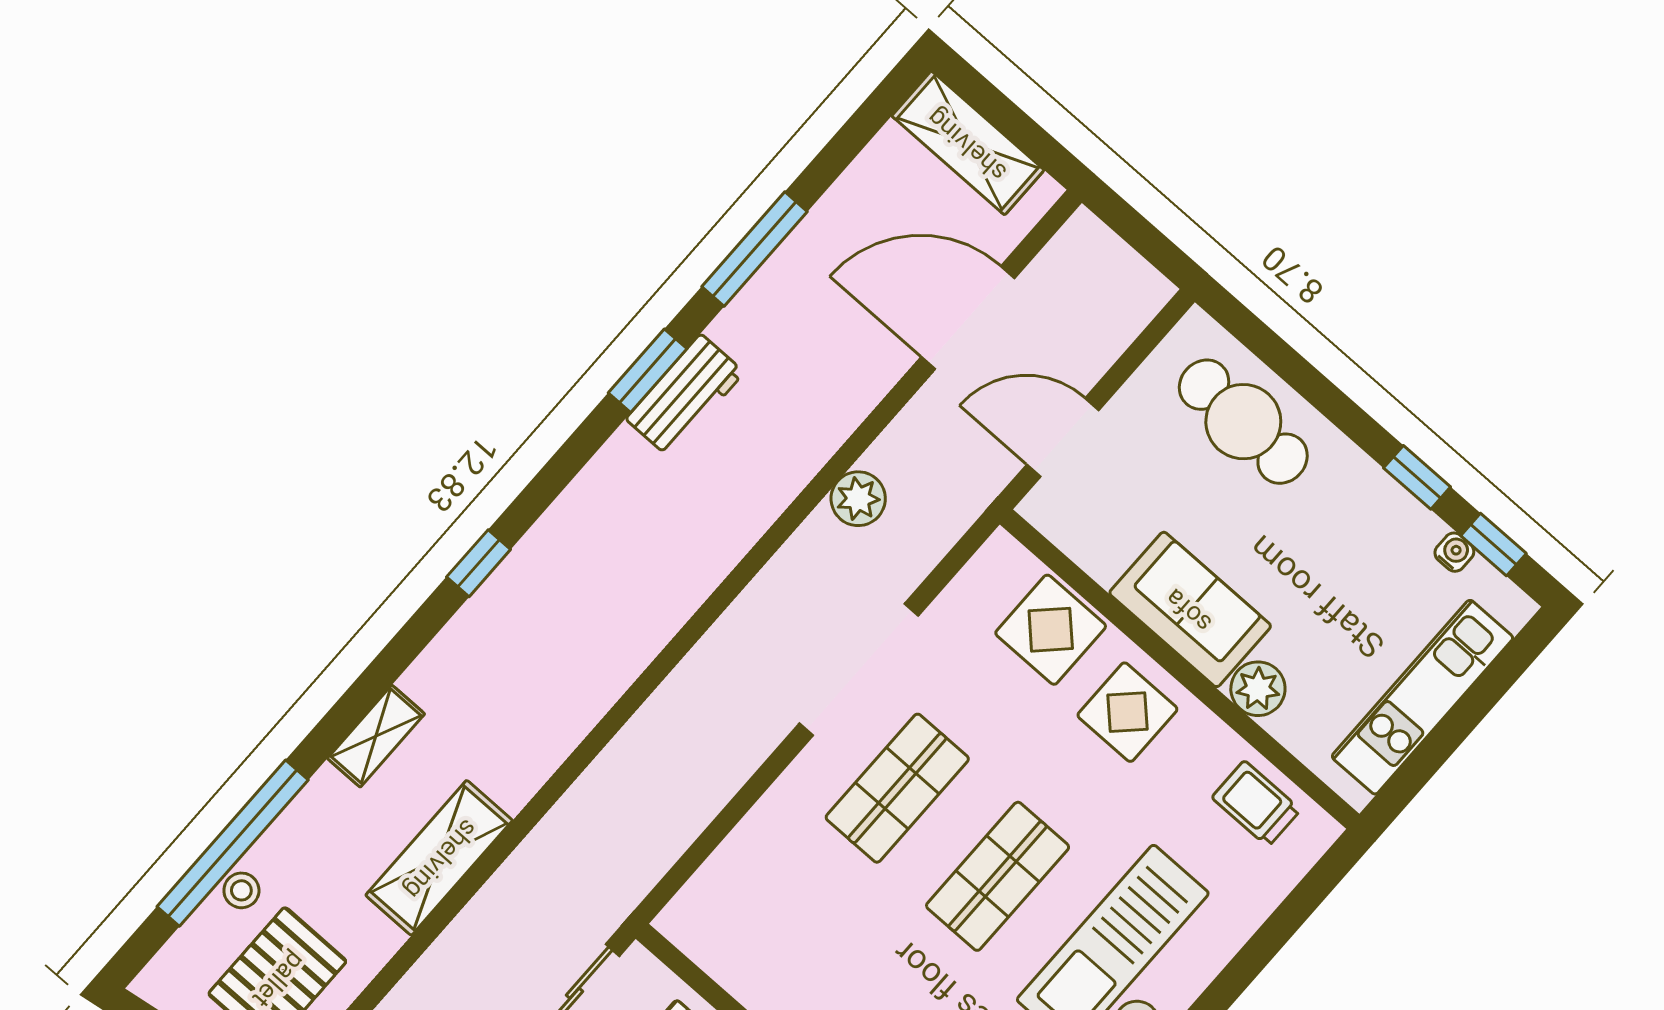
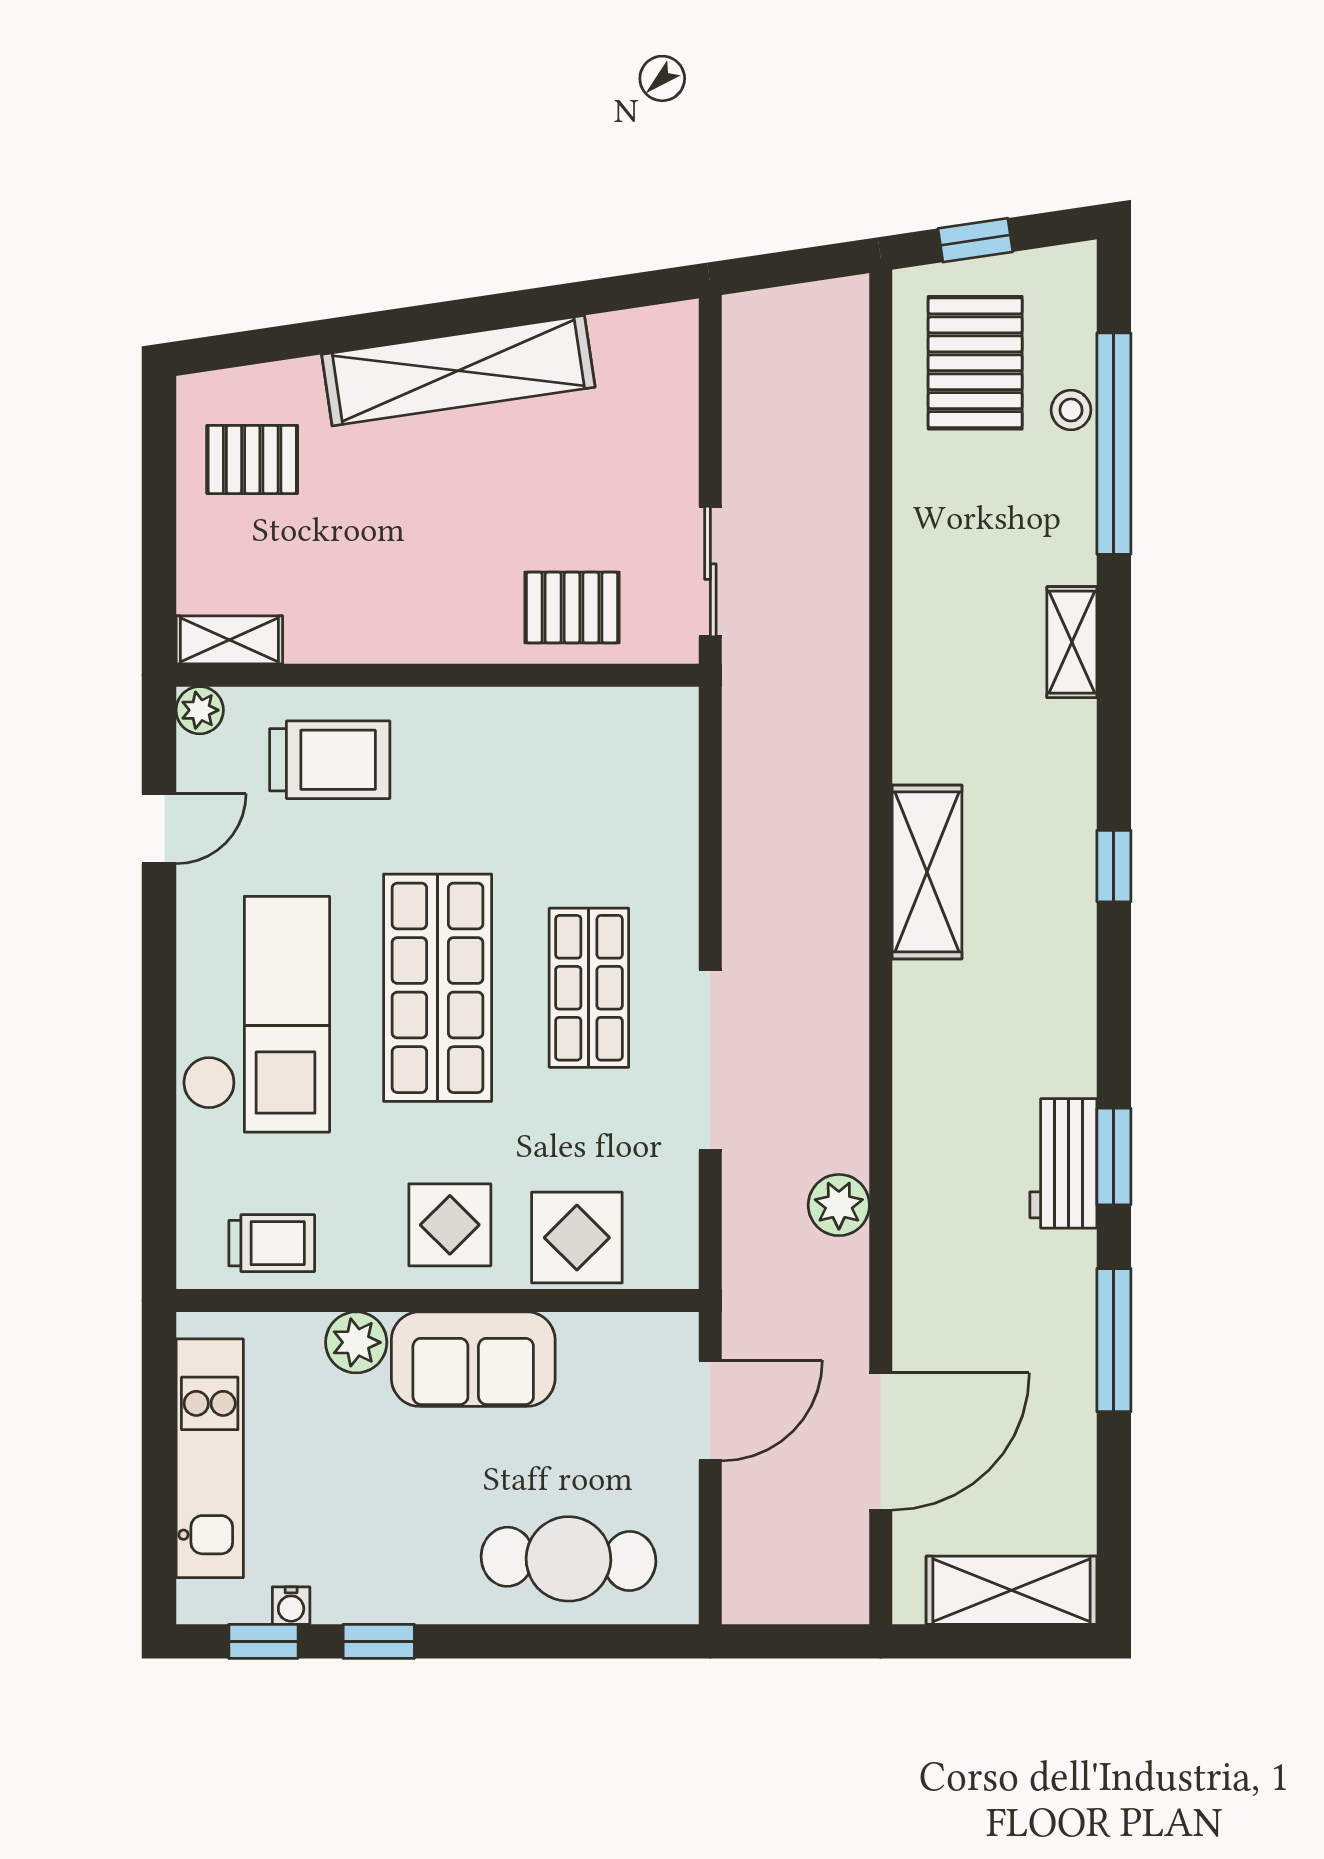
shelving: (439, 858) -> (927, 872), moved
shop shelf: (998, 876) -> (438, 988), width x1.43, depth x1.36

